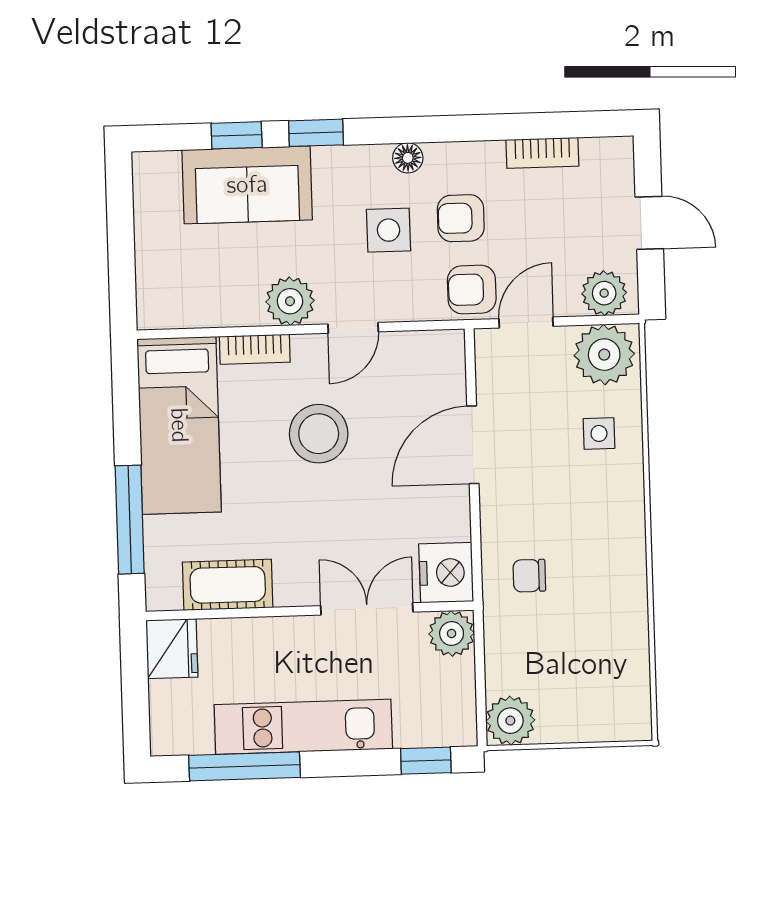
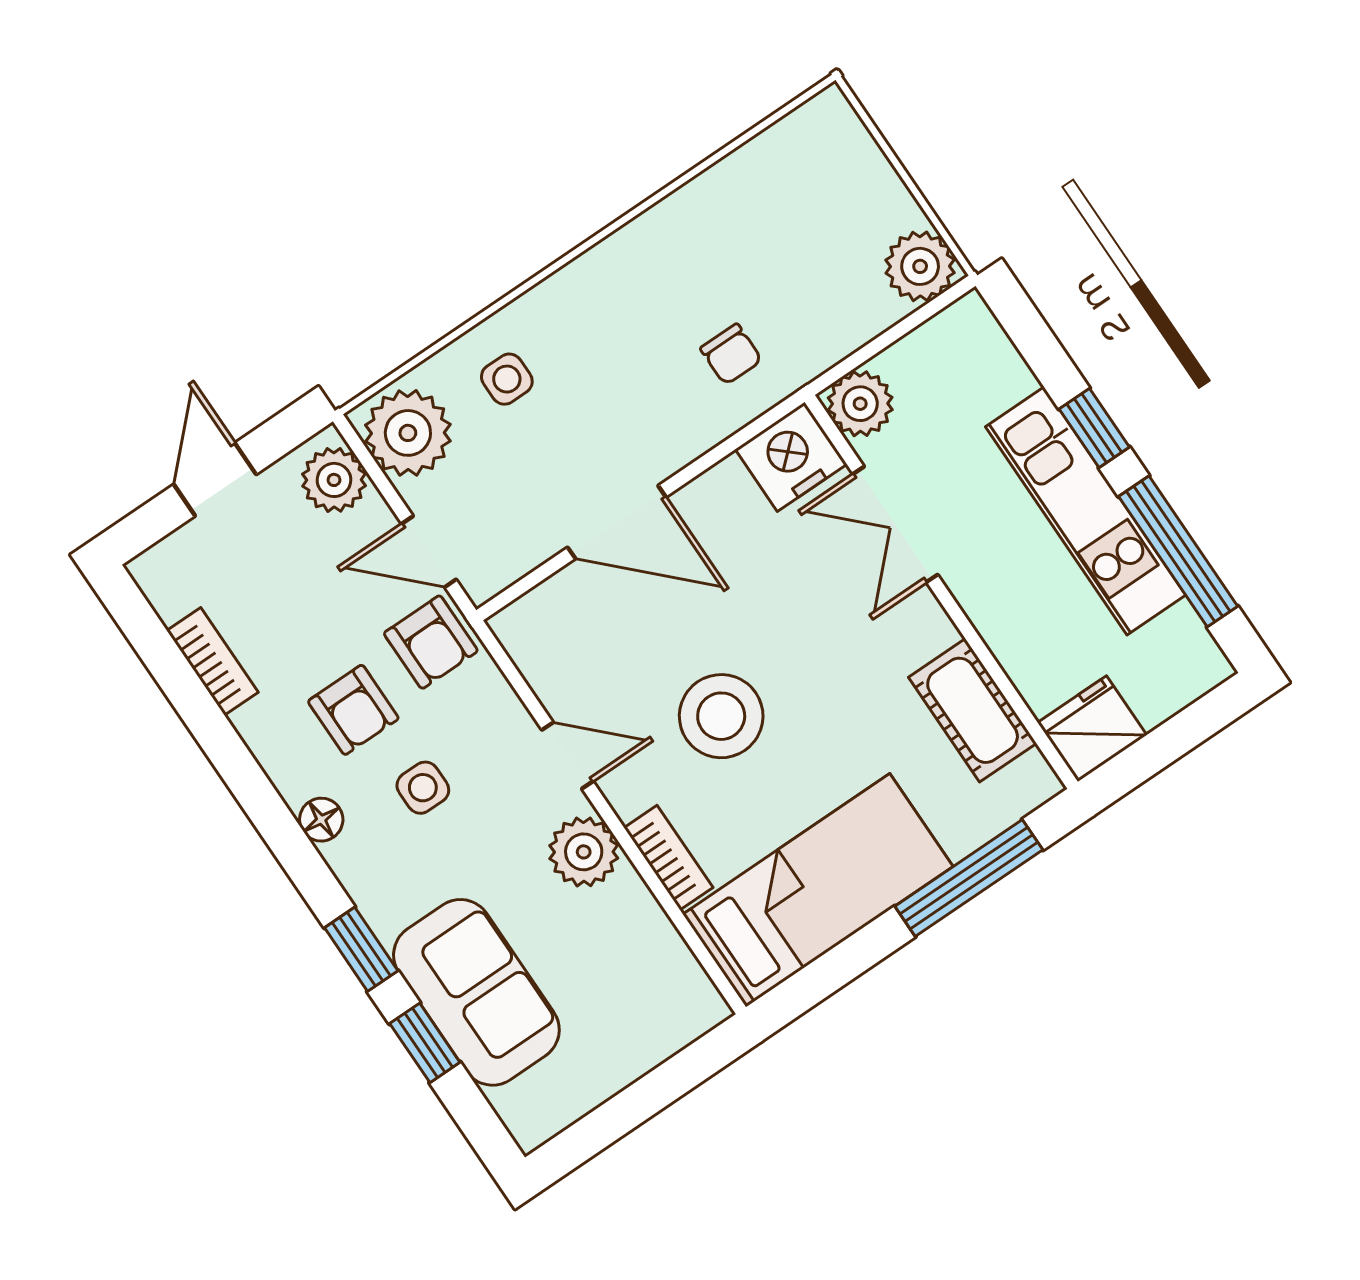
side table: (388, 230) -> (423, 788), width x0.73, depth x0.73
window: (426, 761) -> (1094, 428), moved

